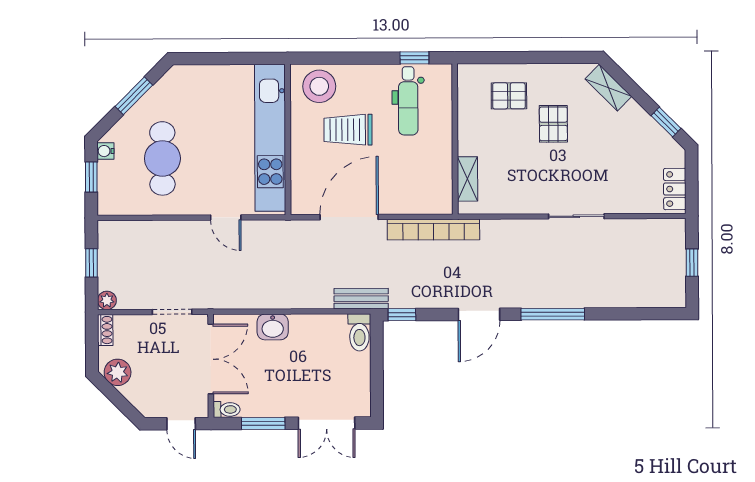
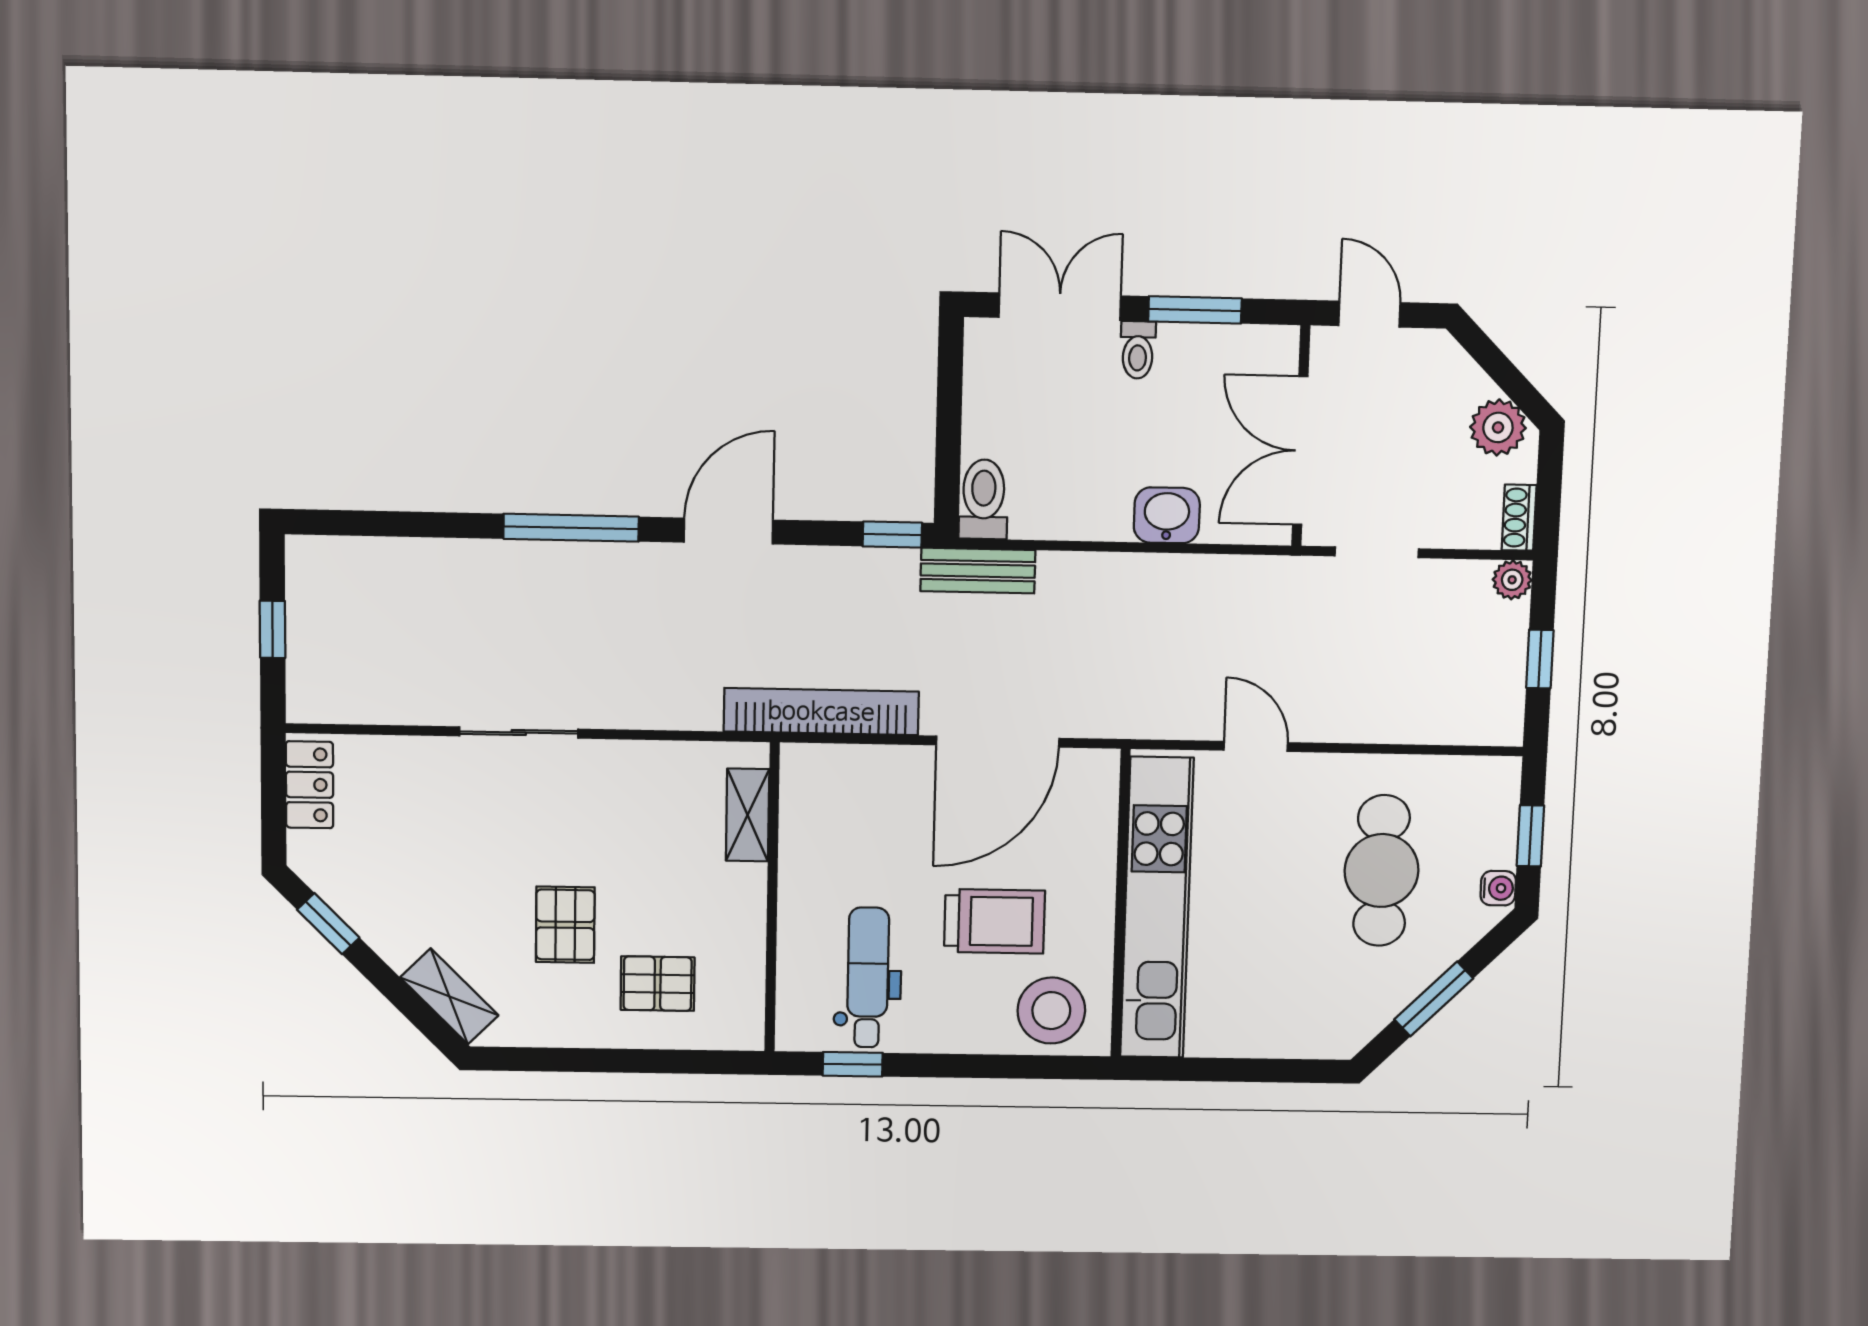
toilet: (227, 409) -> (1138, 350), moved, turned -90

